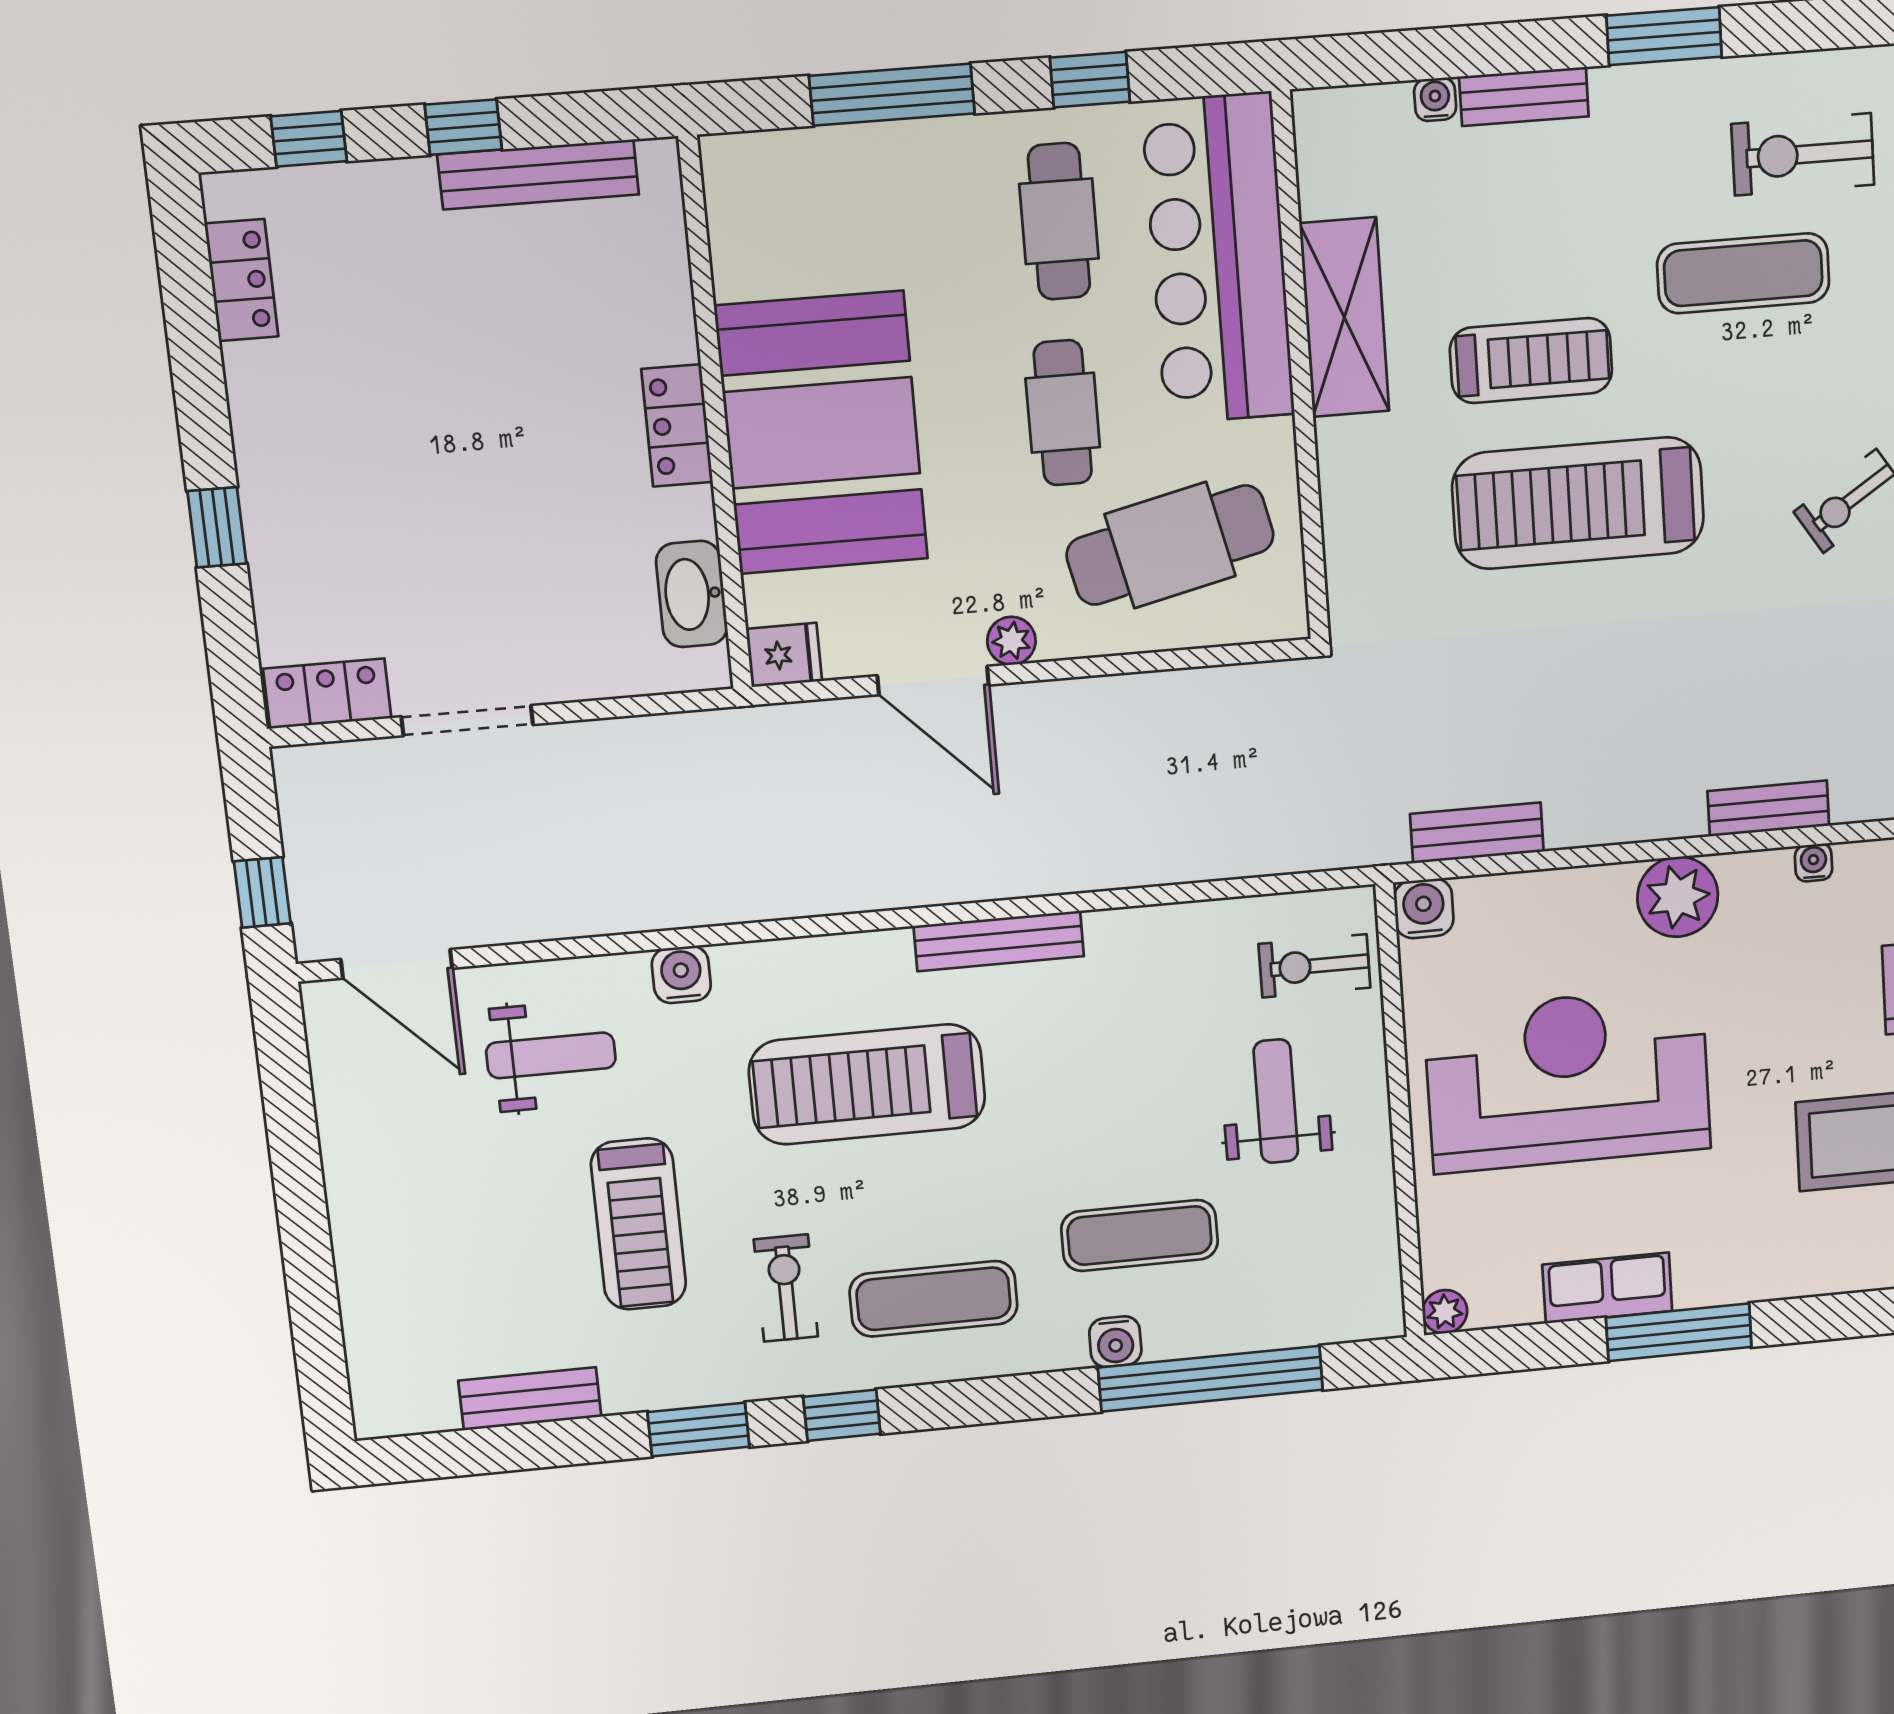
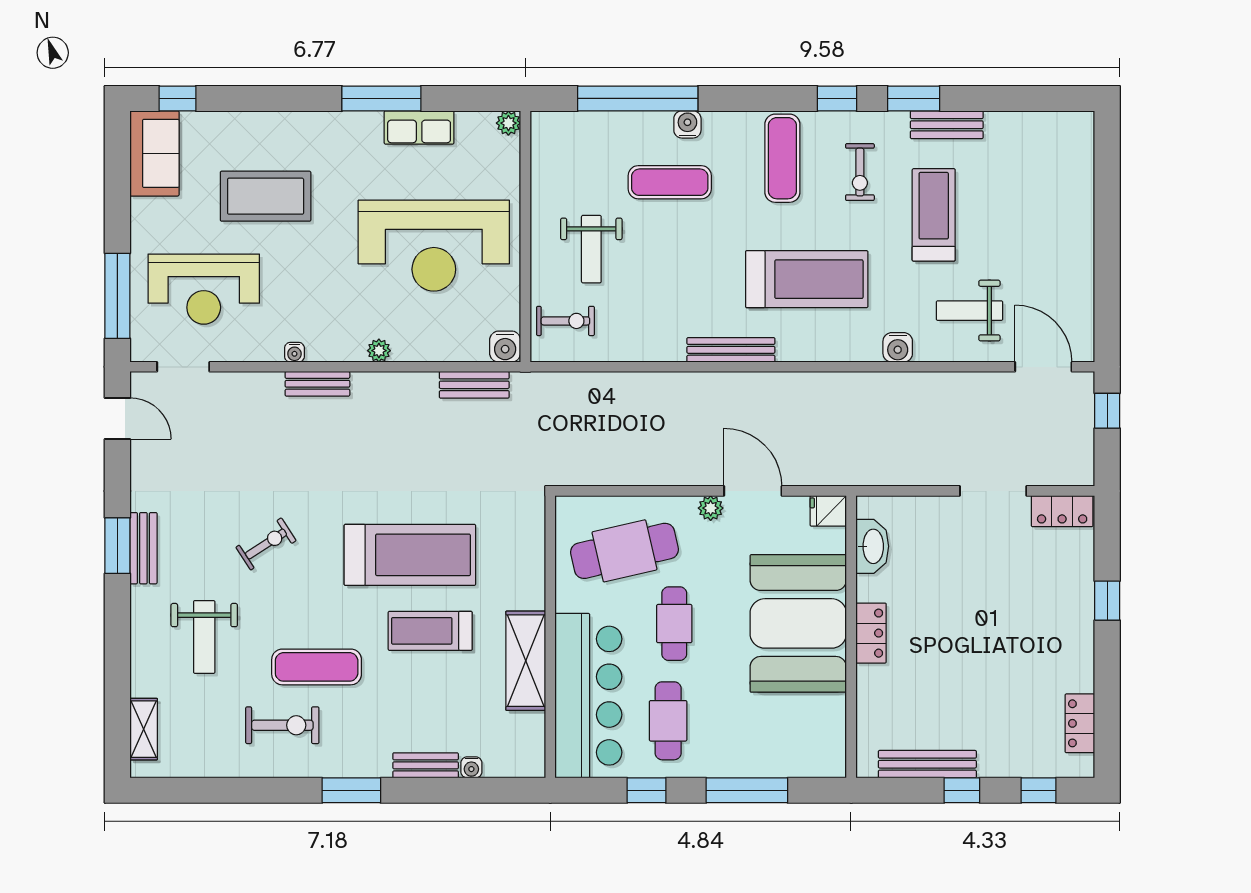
plant: (1678, 897) -> (379, 351), width x0.53, depth x0.53
exercise mat: (934, 1299) -> (782, 158), turned 90
bench: (530, 1399) -> (947, 125), moved

